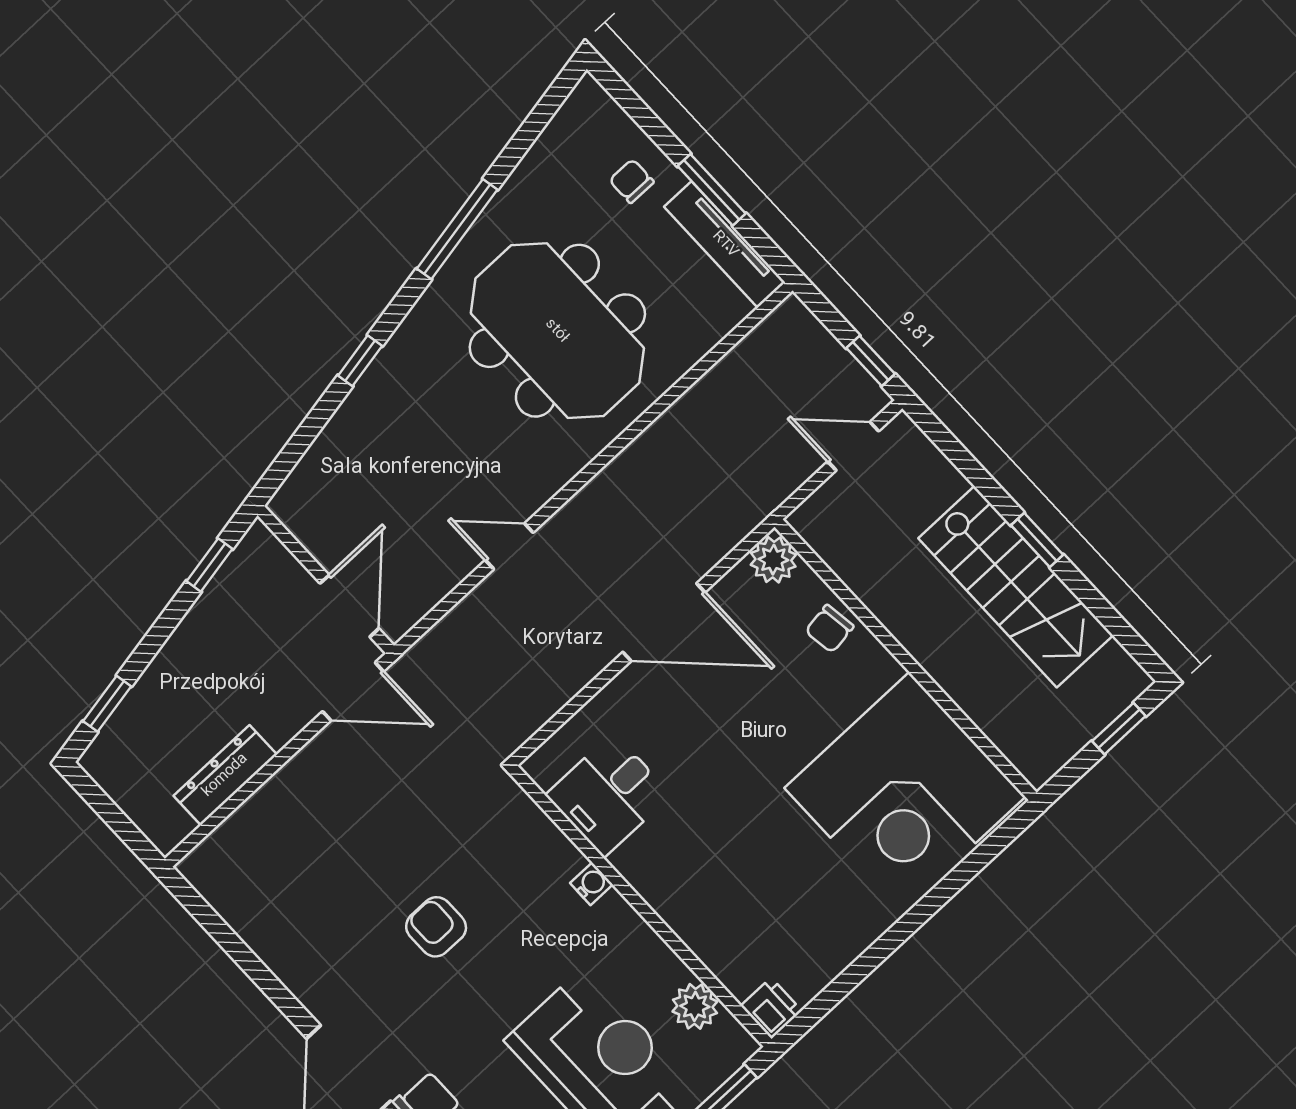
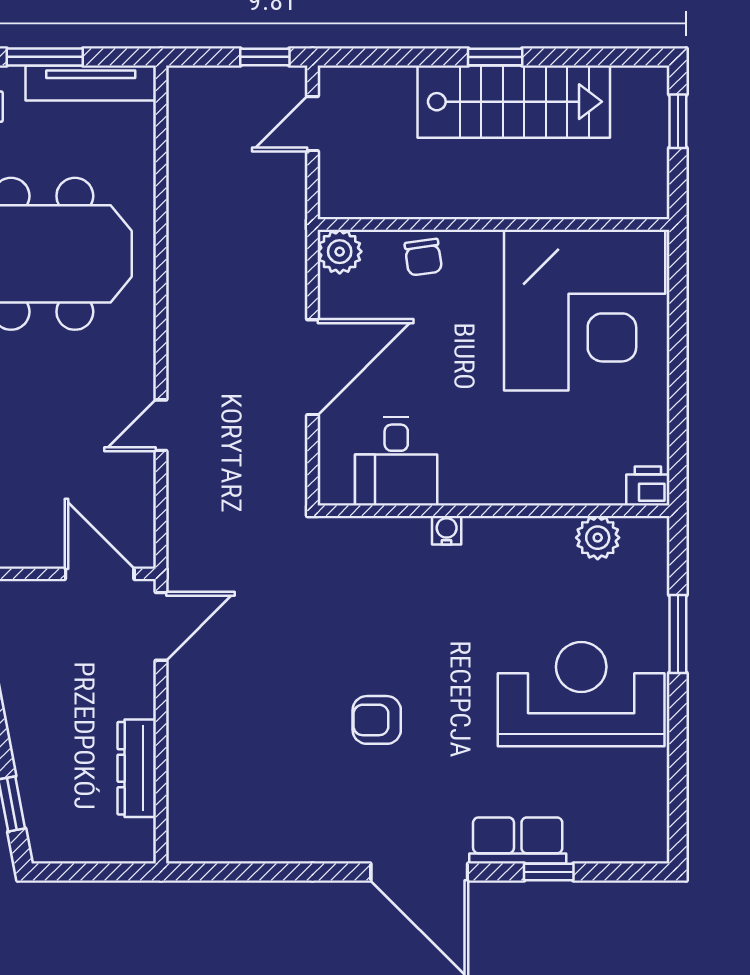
desk: (608, 795) -> (396, 462), moved
water cooler: (591, 884) -> (447, 530), moved
wall: (641, 906) -> (494, 511), moved
plant: (695, 1006) -> (598, 538), moved
printer: (771, 1008) -> (648, 486), moved

